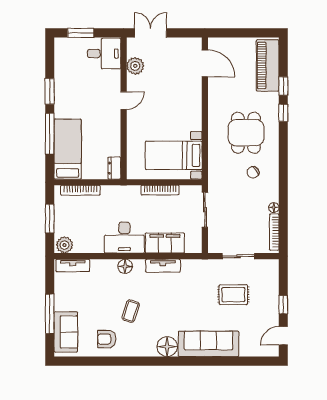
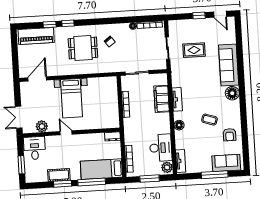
cot: (63, 86) -> (59, 175), added
bed with nightstands: (174, 155) -> (72, 98), moved
desk: (124, 238) -> (161, 148), moved
rug: (233, 295) -> (194, 50), turned 90

